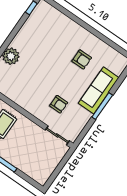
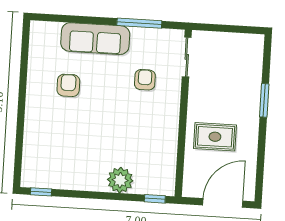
window: (102, 106) -> (139, 23), moved

